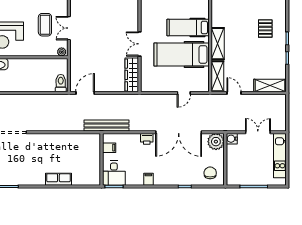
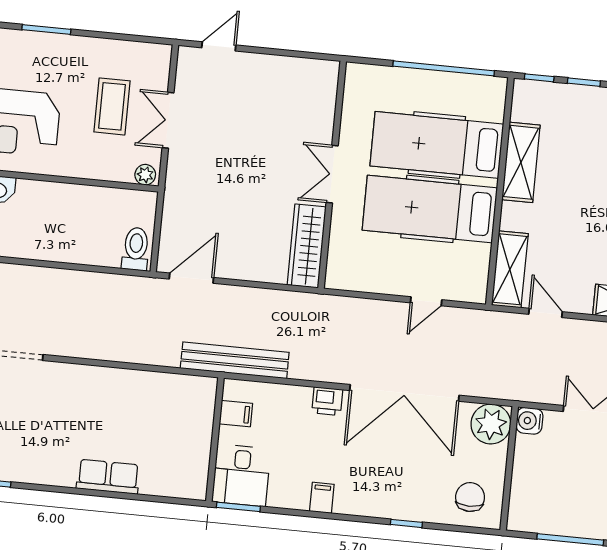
hospital bed: (188, 27) -> (437, 145), width x1.37, depth x1.29
shelving: (218, 44) -> (521, 162), moved

